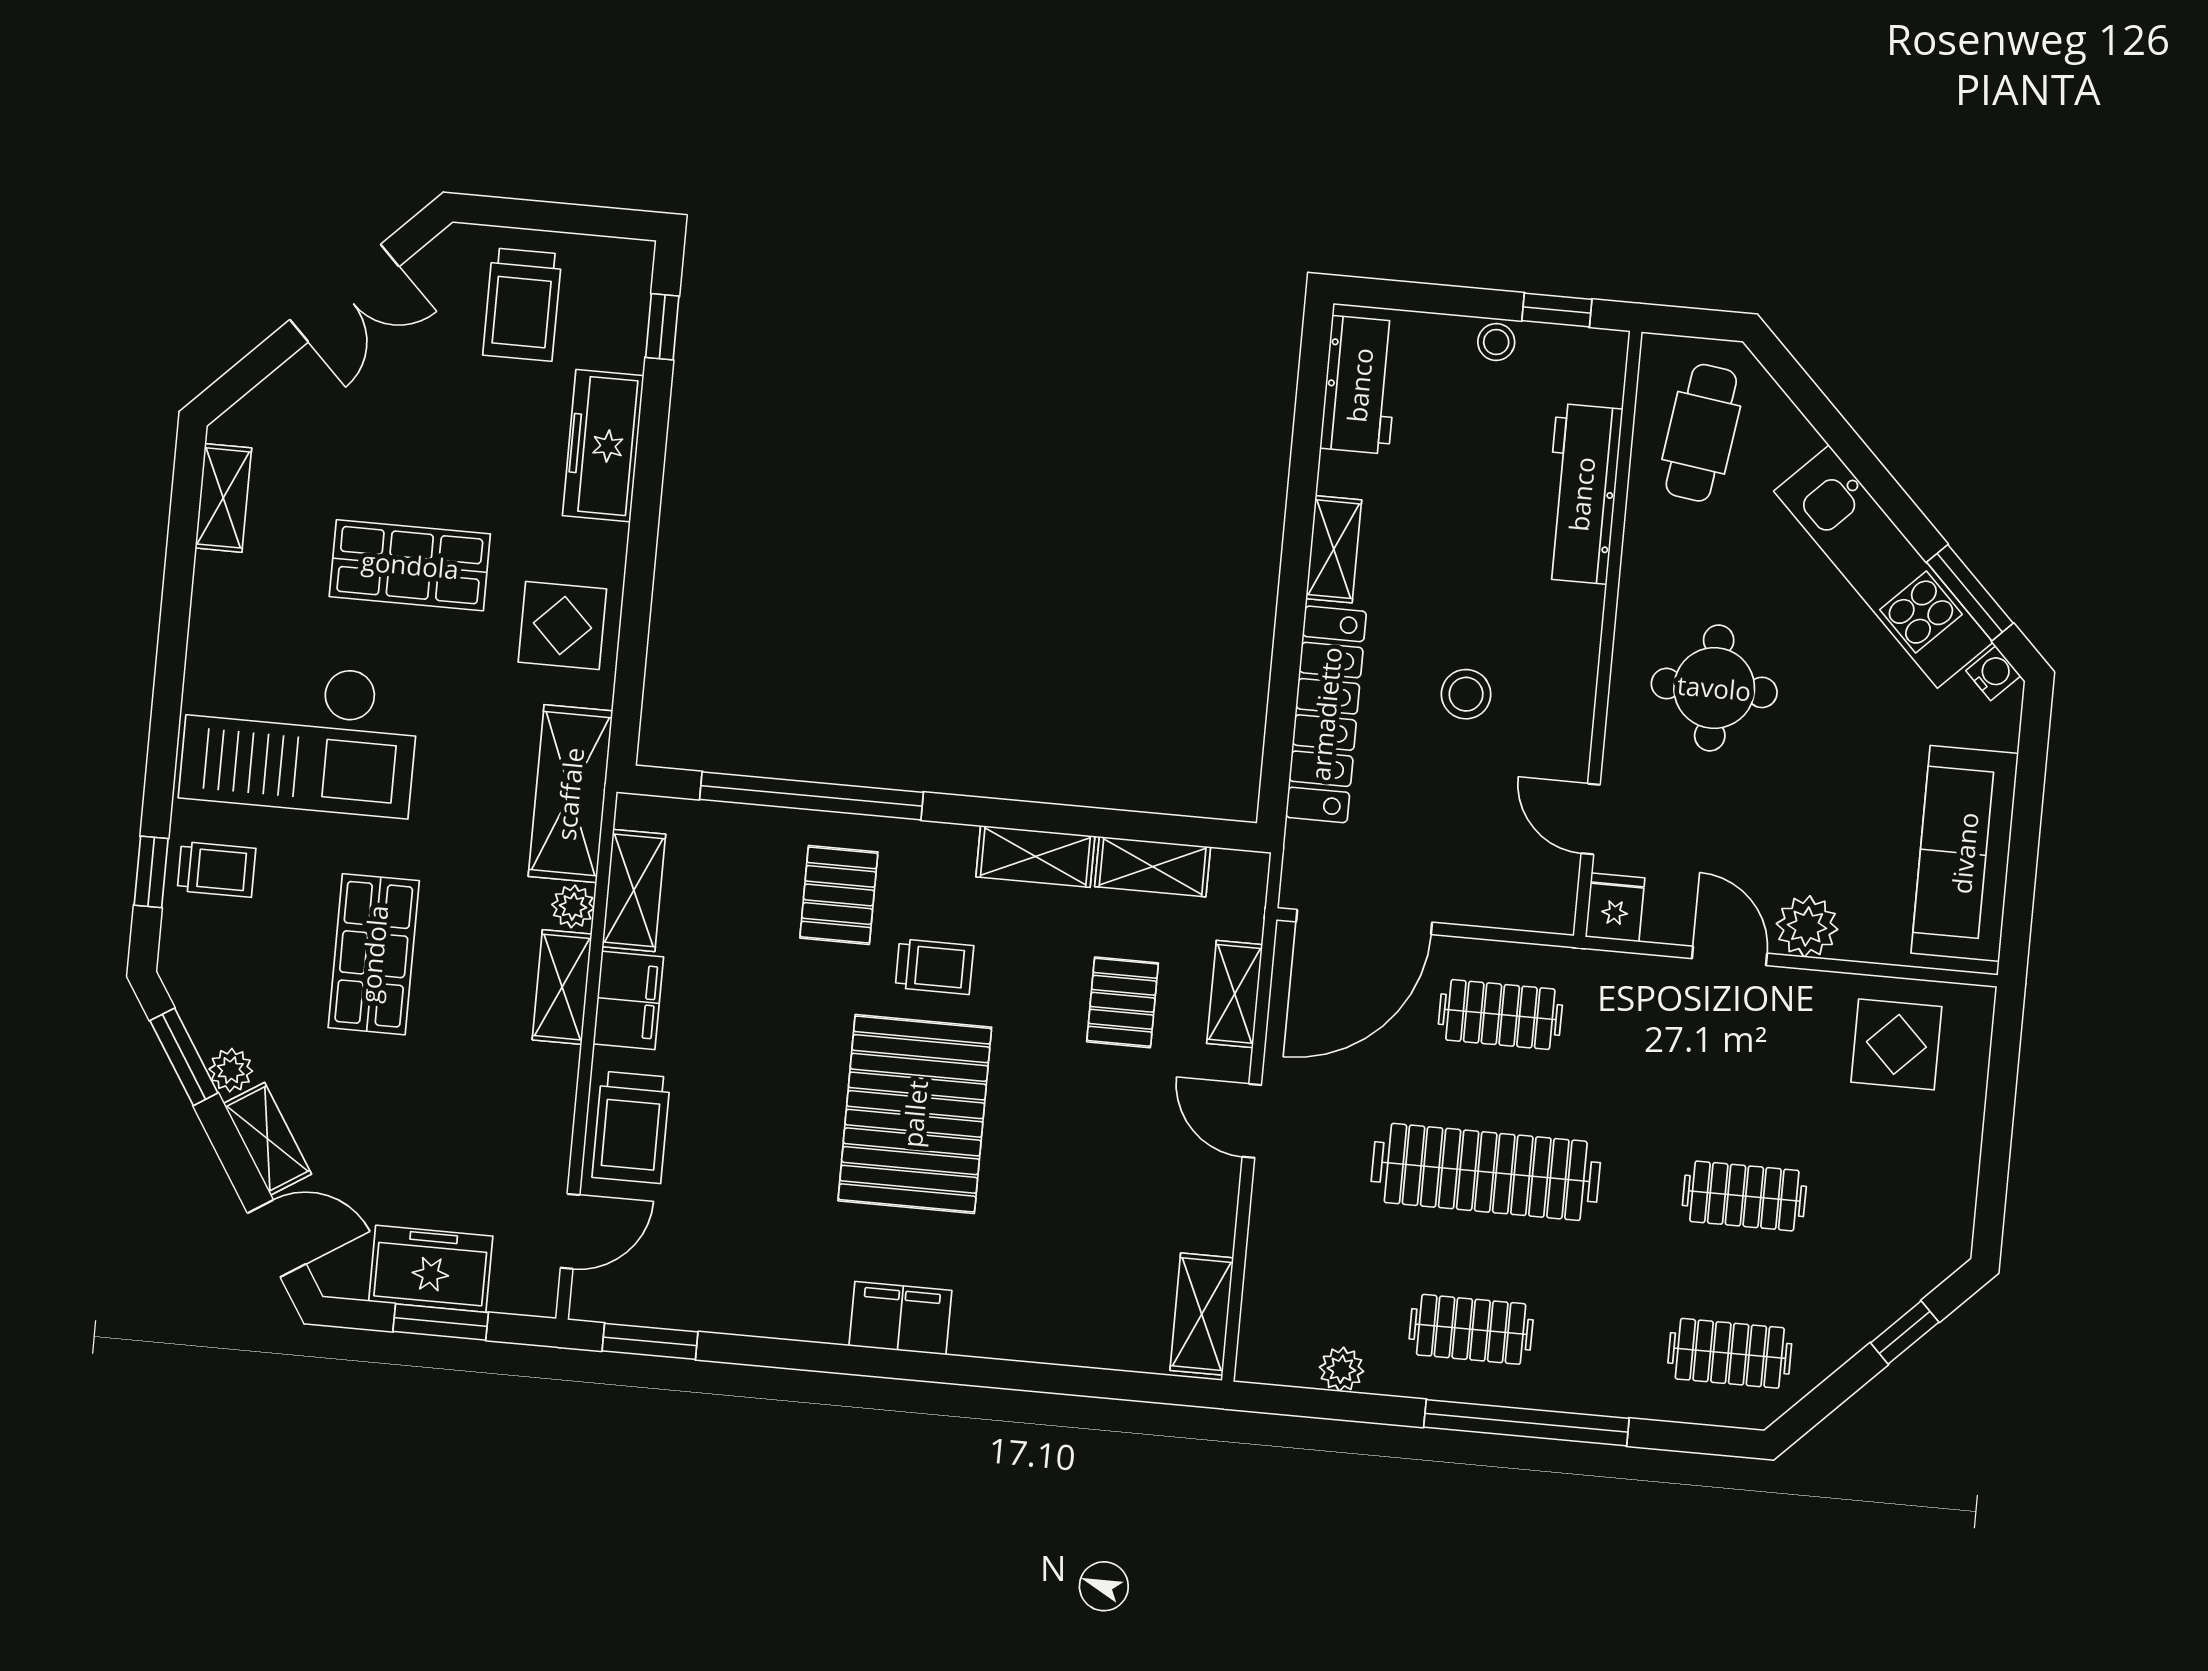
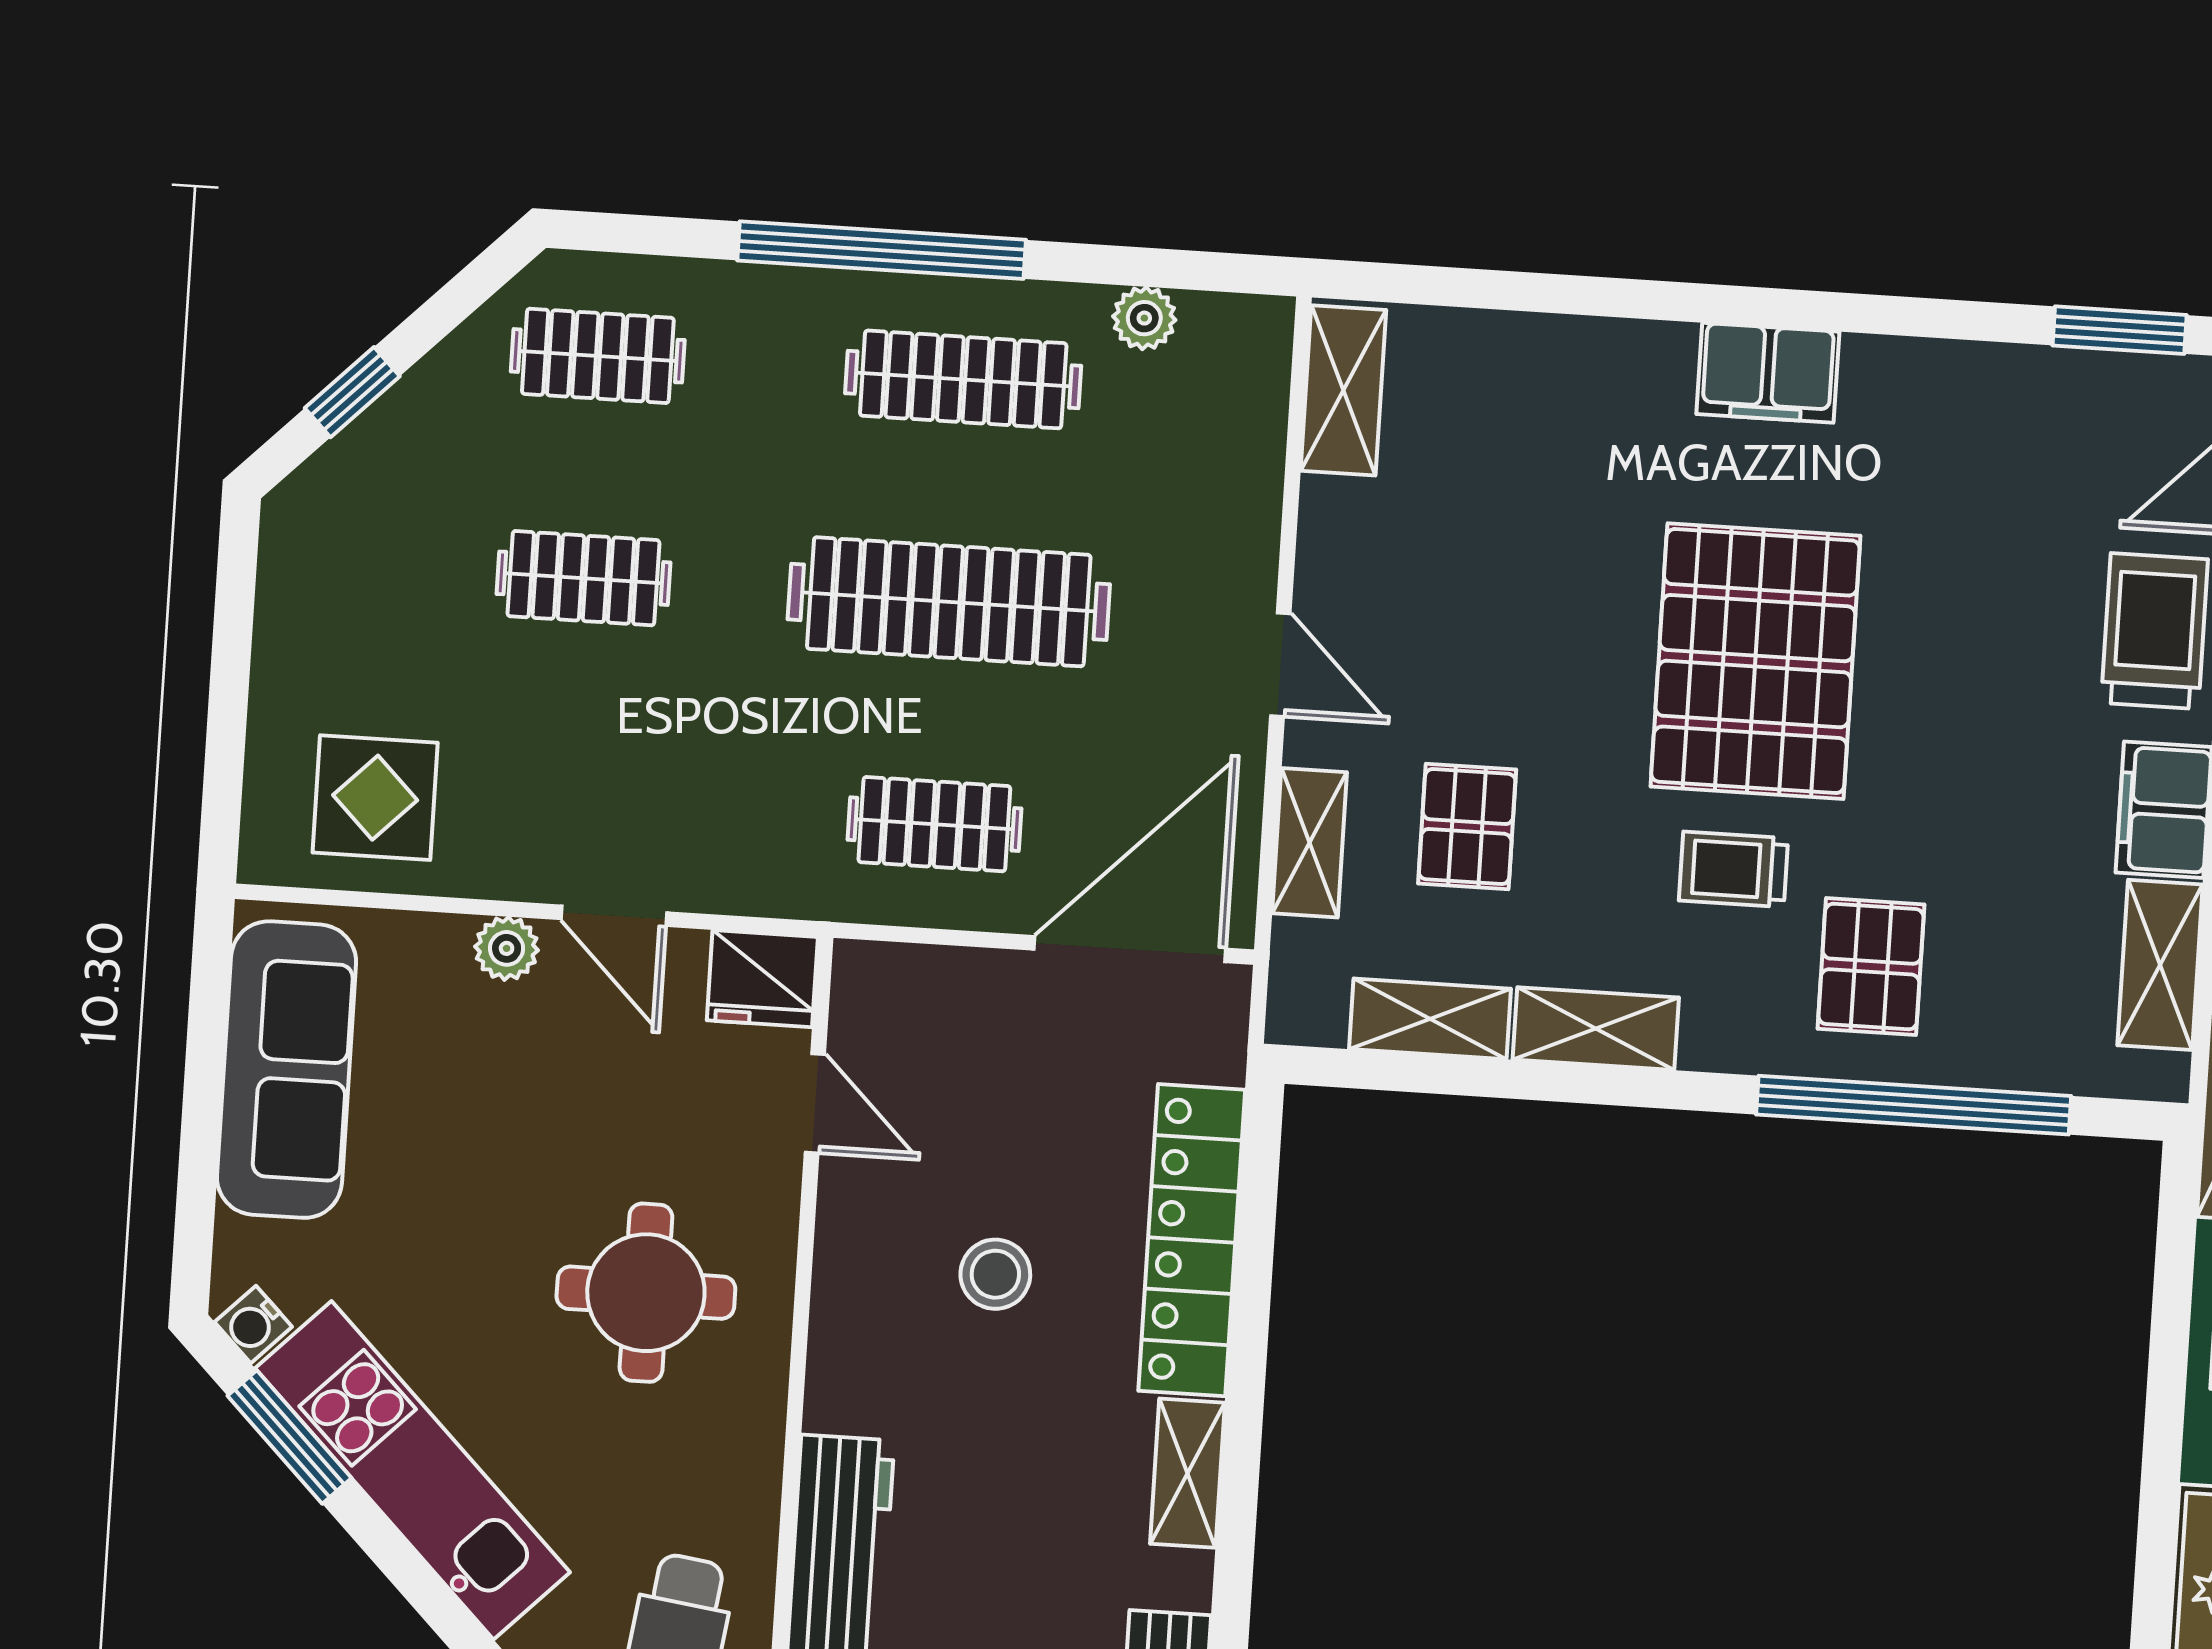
fridge: (1615, 907) -> (762, 979), width x1.38
plant: (1807, 926) -> (507, 948), width x0.73, depth x0.73
clothes rail: (1471, 1329) -> (963, 379), width x1.36

